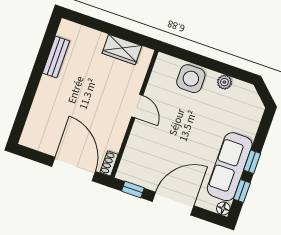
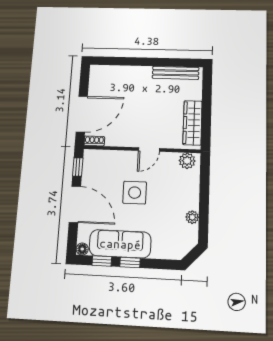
wardrobe: (122, 50) -> (192, 123), width x1.50
bench: (56, 57) -> (176, 73), width x1.36
plant: (162, 69) -> (187, 161), added
side table: (191, 79) -> (135, 193), moved

